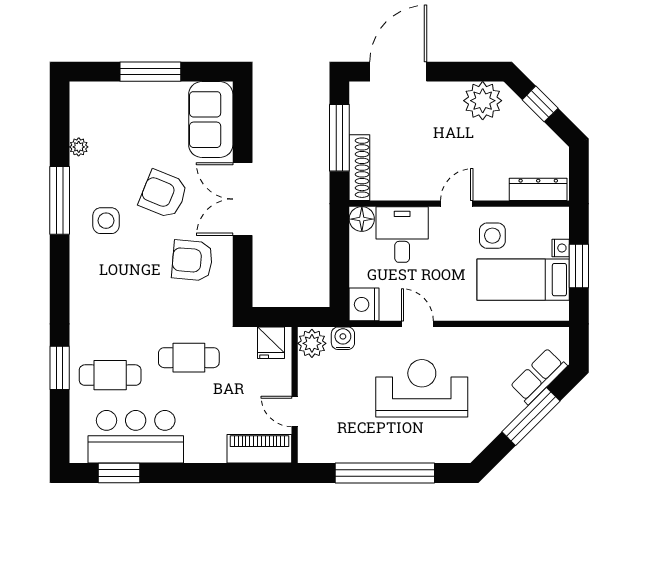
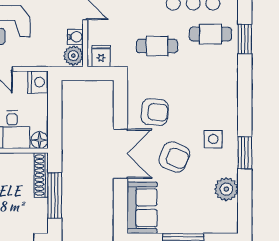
plant: (79, 147) -> (226, 189), width x1.87, depth x1.87
window: (60, 200) -> (245, 153), width x0.69
water cooler: (343, 338) -> (75, 37), moved, turned -90

